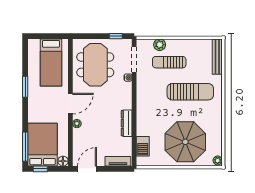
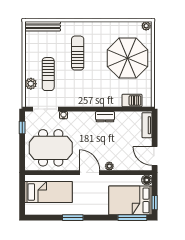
sun lounger: (190, 92) -> (78, 53), width x0.73, depth x0.75
dresser: (127, 123) -> (105, 117), width x0.70

